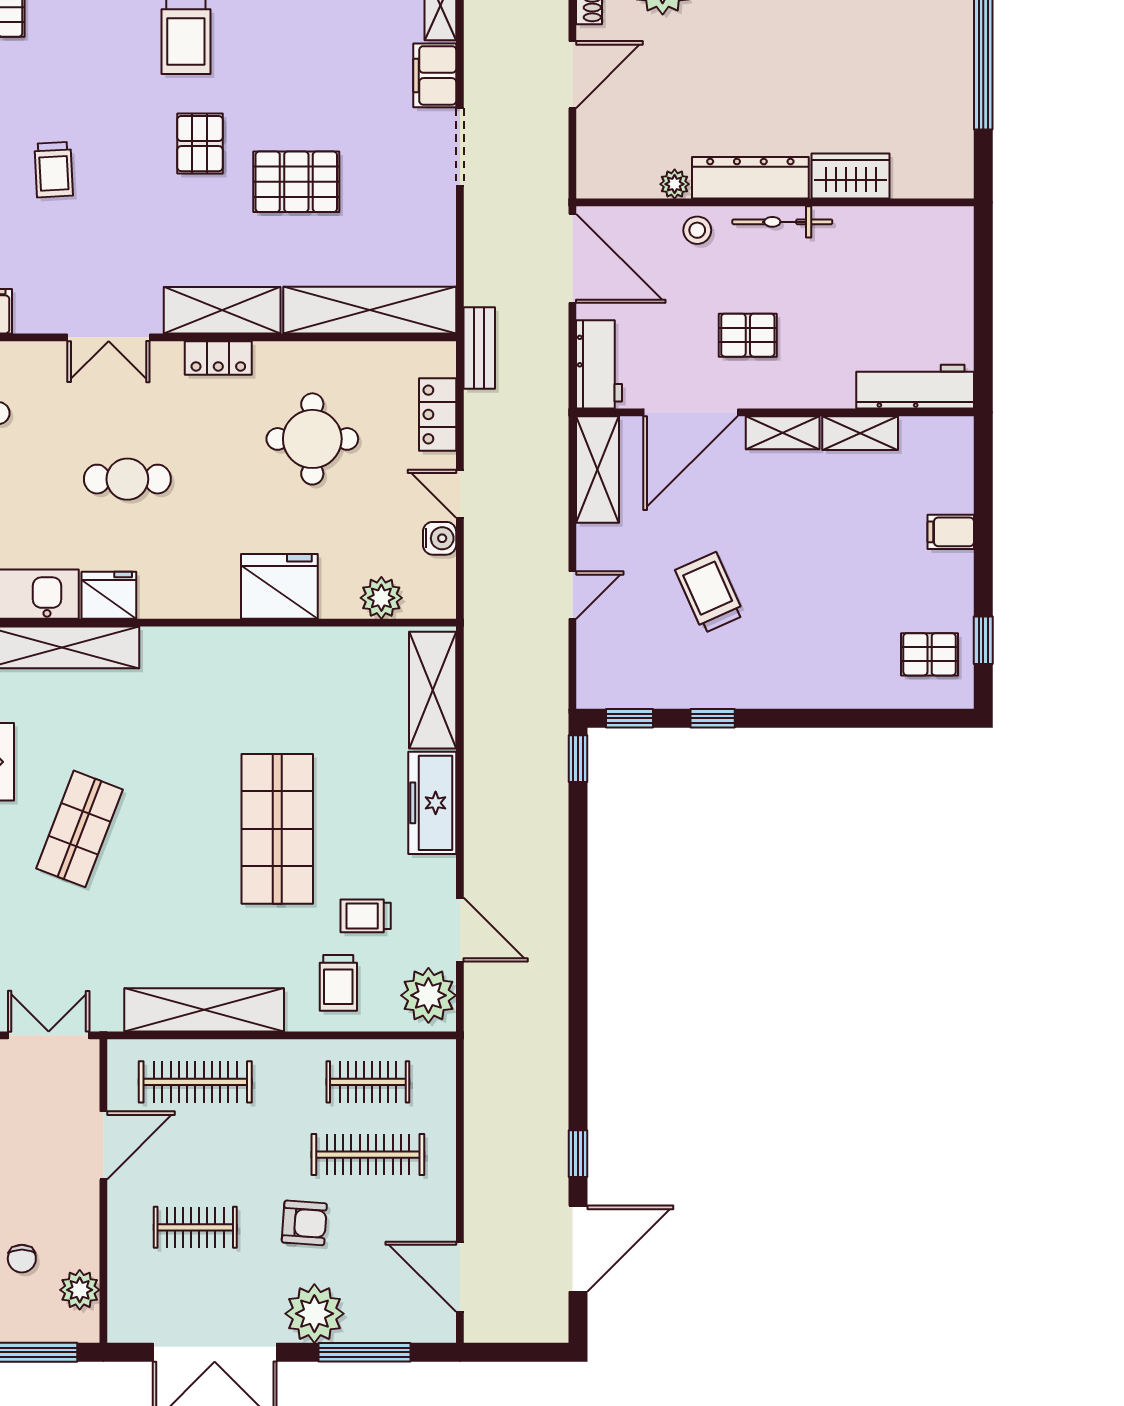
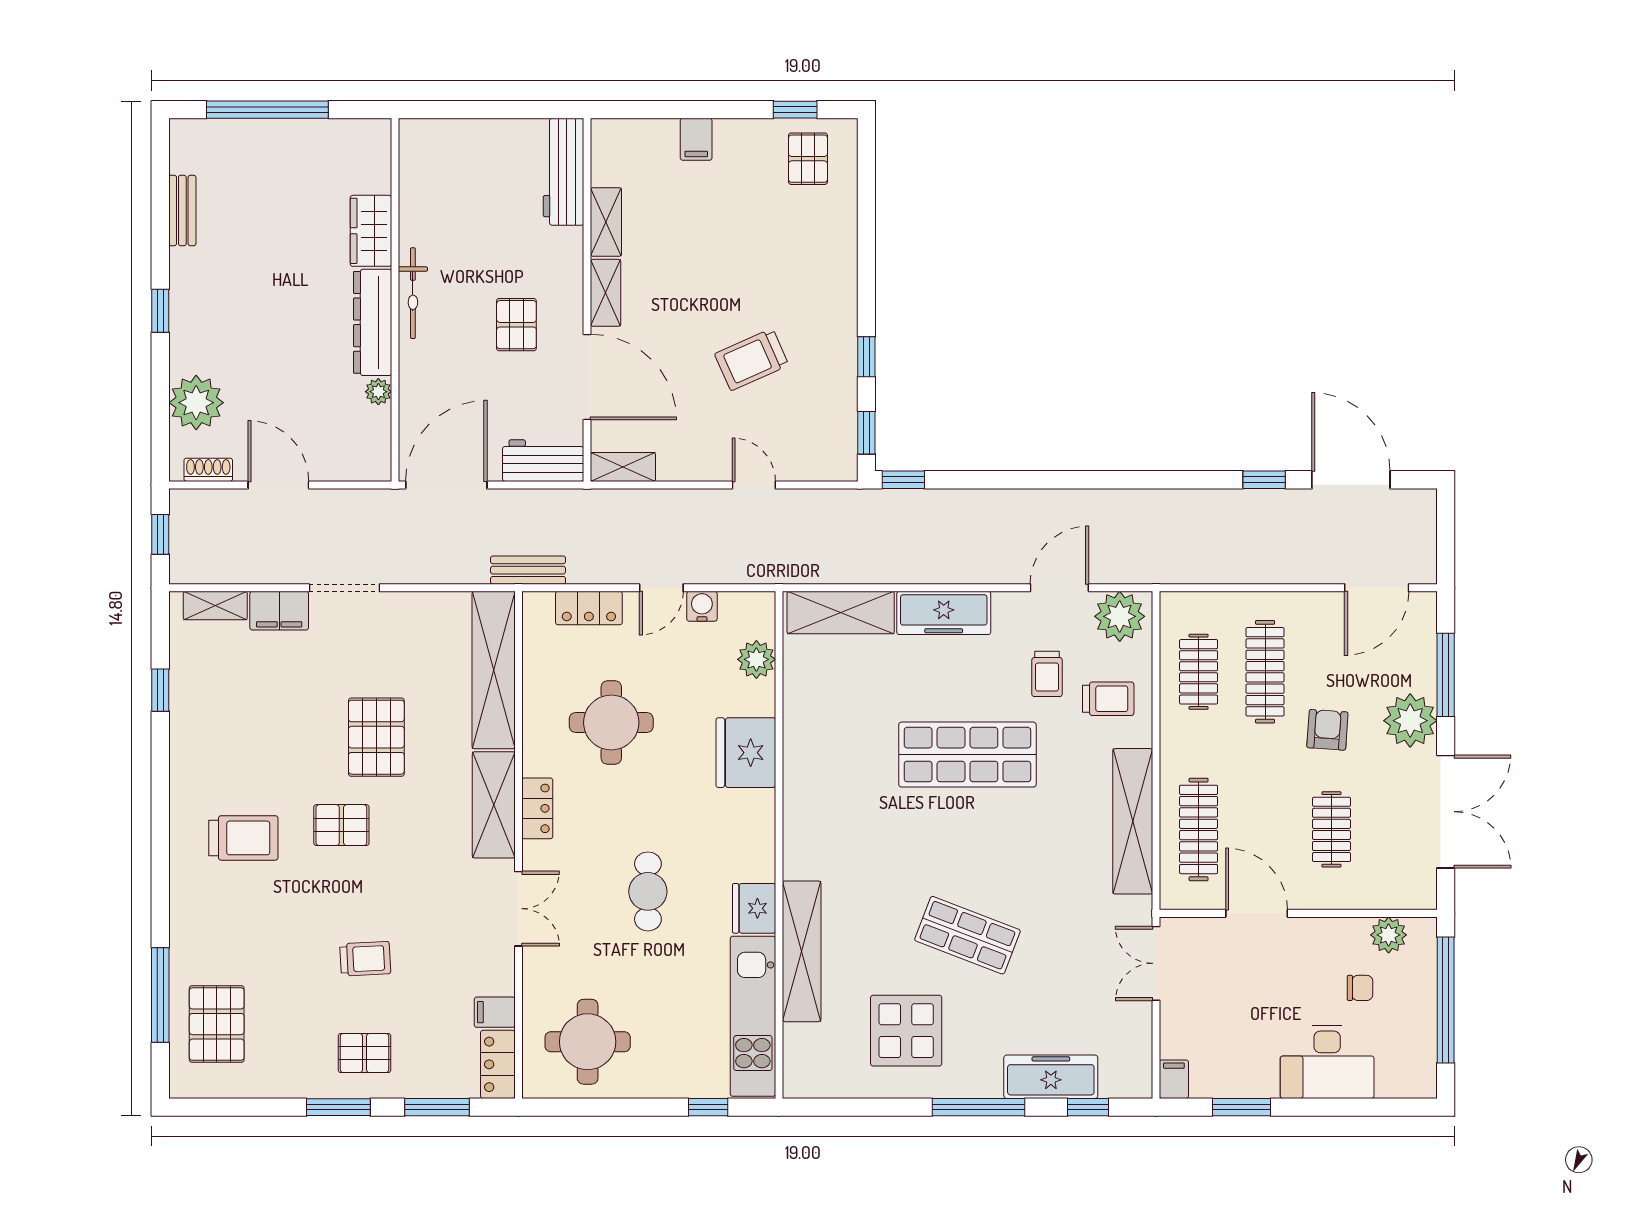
stool: (697, 230) -> (421, 371), removed
shelving: (597, 470) -> (623, 467), width x0.67, depth x0.75

